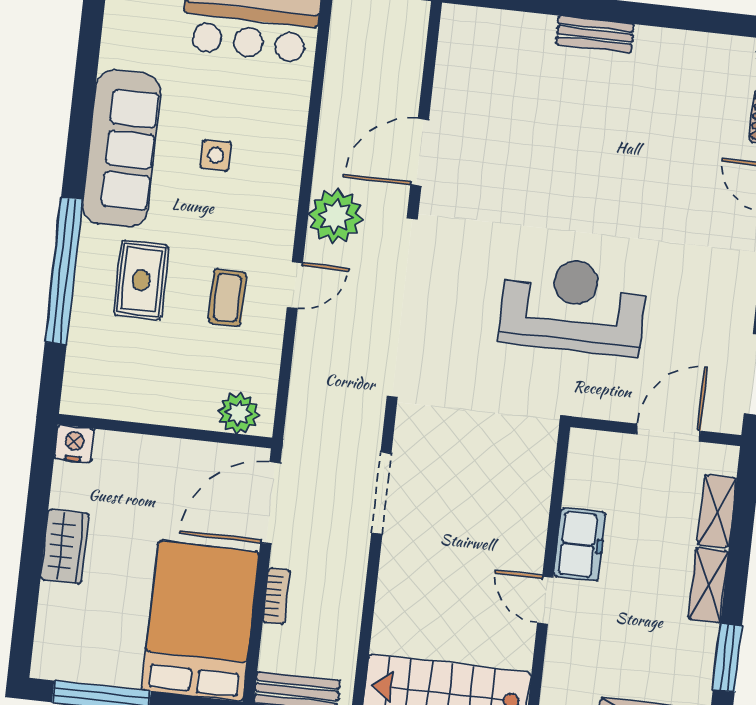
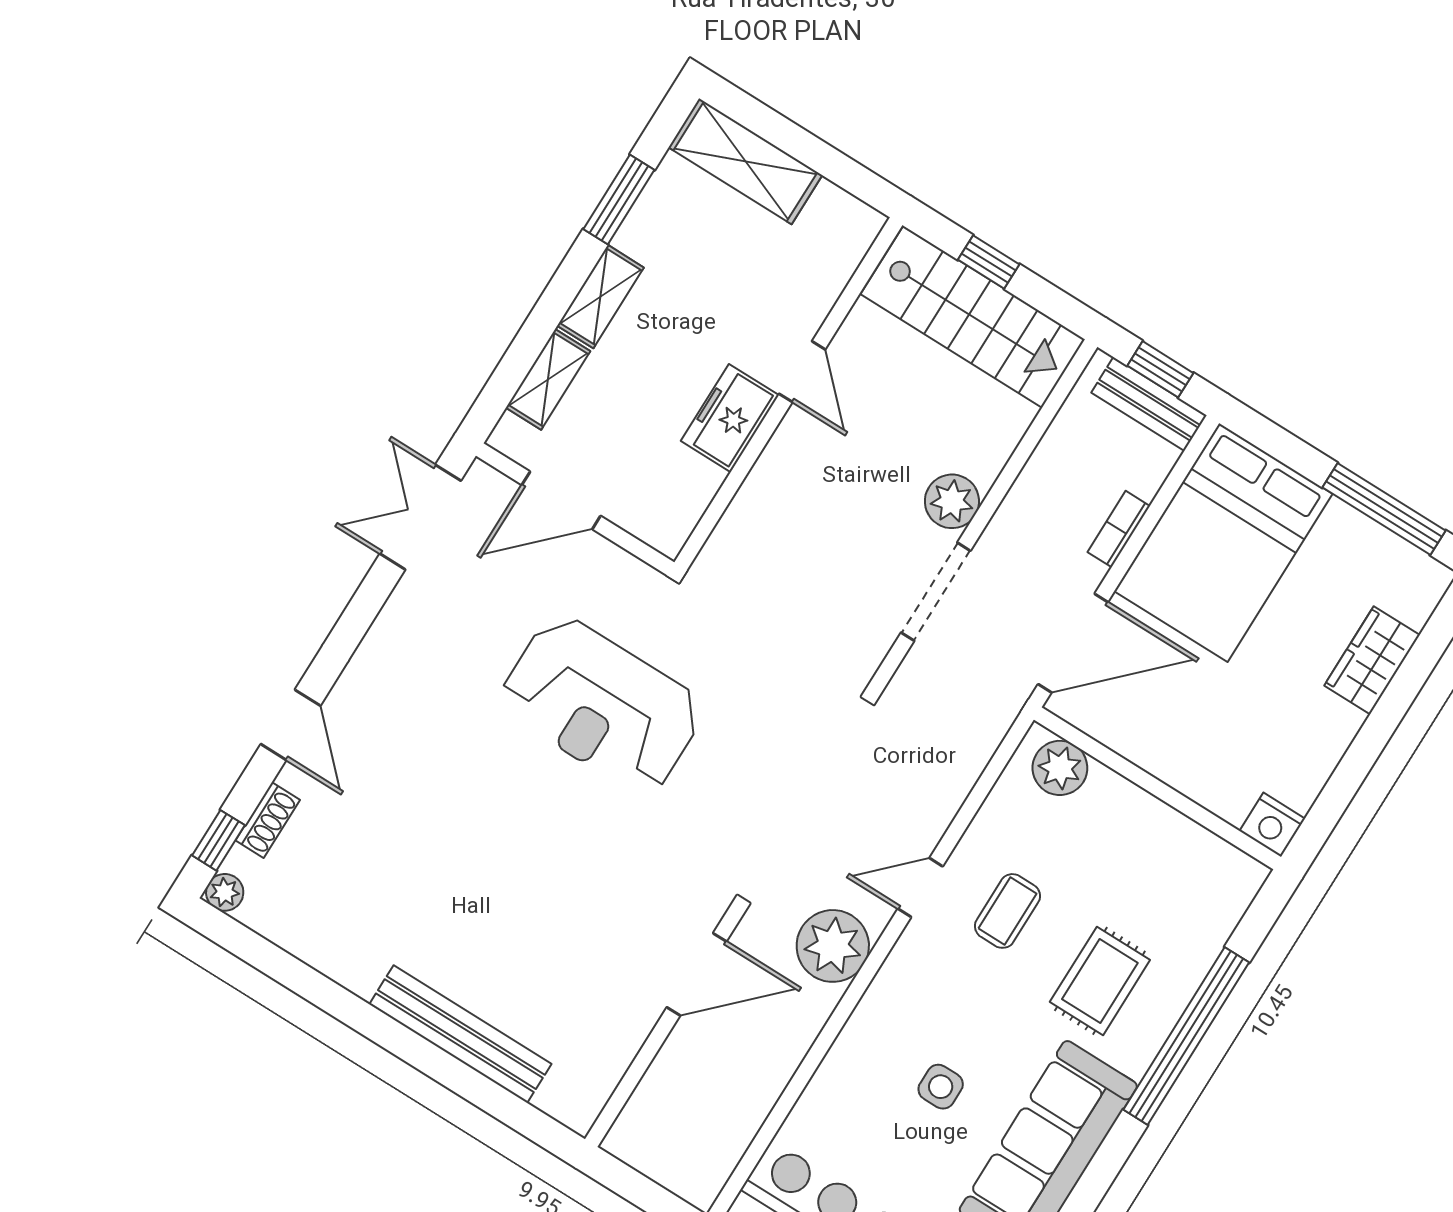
bench: (595, 34) -> (460, 1034), width x1.86, depth x1.21
wardrobe: (65, 546) -> (1372, 660), moved
plant: (400, 560) -> (952, 501), added

